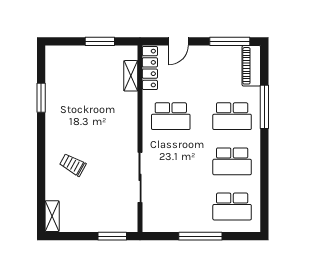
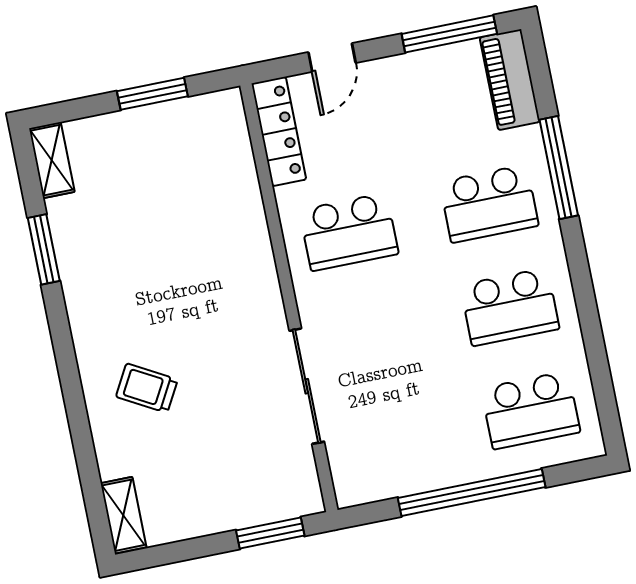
shelving: (131, 76) -> (52, 160), moved
window: (200, 236) -> (472, 492), width x1.46

